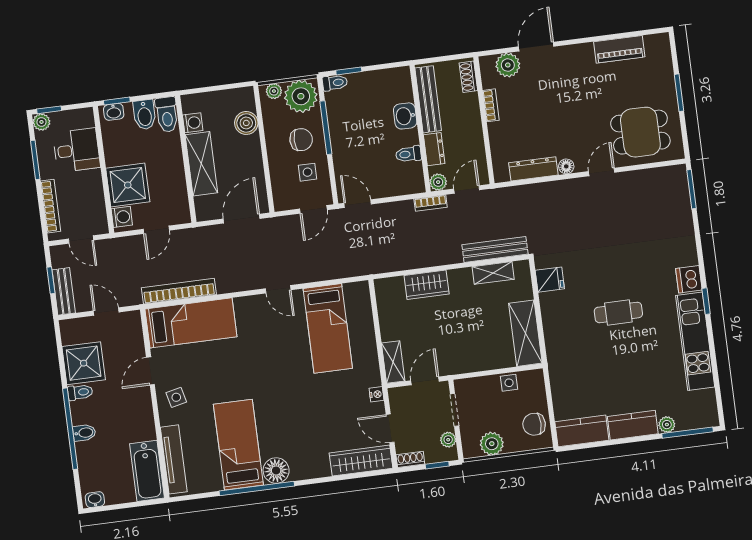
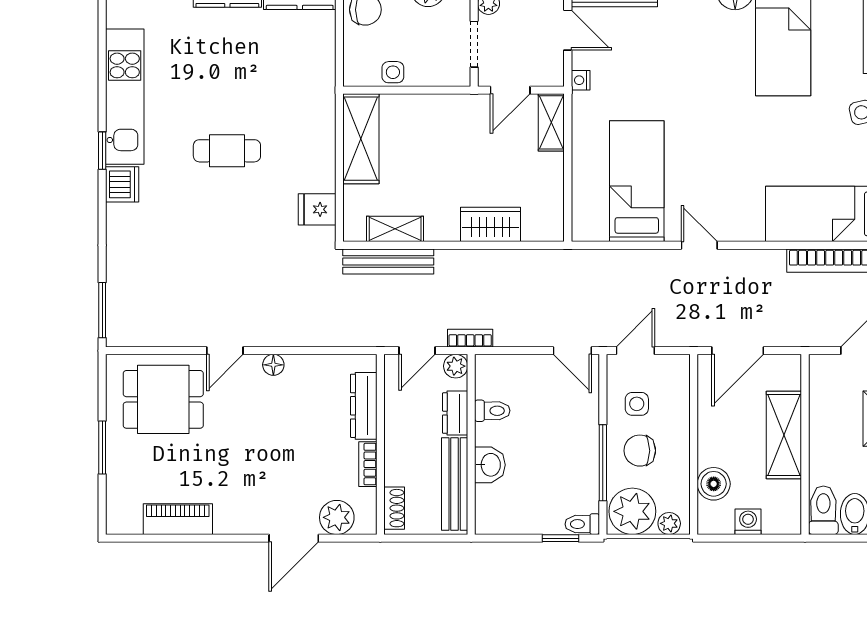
washing machine: (193, 123) -> (748, 522), moved, turned 90
dresser: (533, 169) -> (364, 406), moved, turned 90

